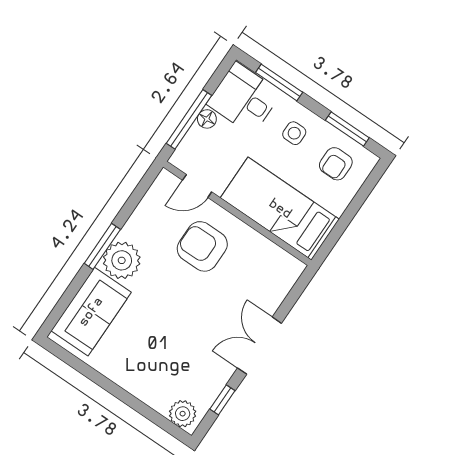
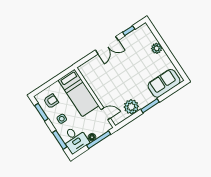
armchair: (202, 246) -> (113, 91), removed
plant: (122, 260) -> (131, 107), moved
plant: (183, 414) -> (157, 48), moved

